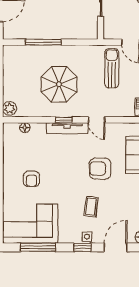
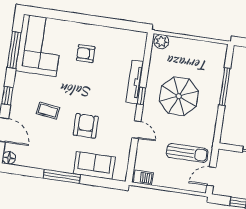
door: (97, 120) -> (136, 130), swing flipped
floor lamp: (25, 128) -> (139, 55), removed
tv unit: (67, 128) -> (135, 82), moved
side table: (87, 237) -> (18, 102), removed

